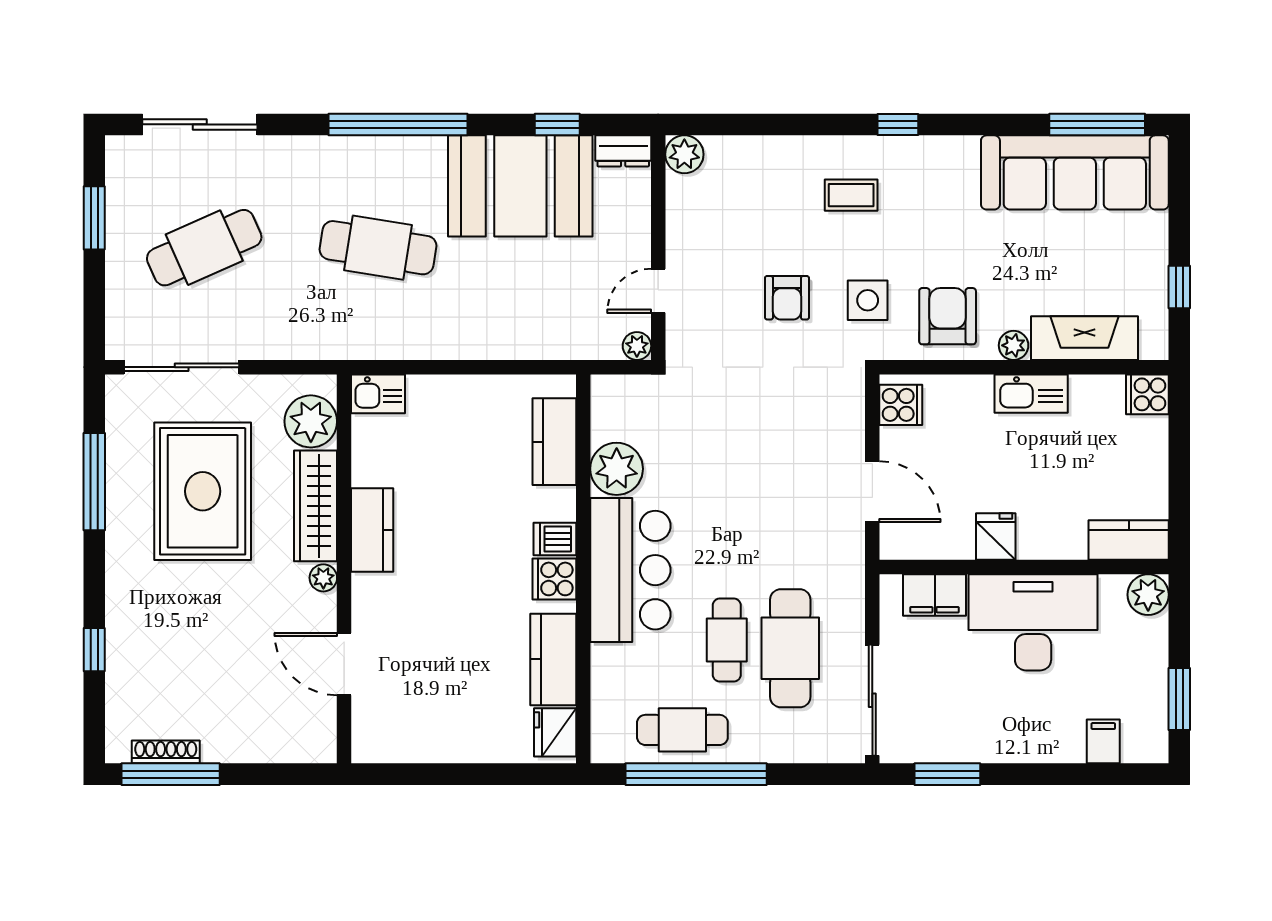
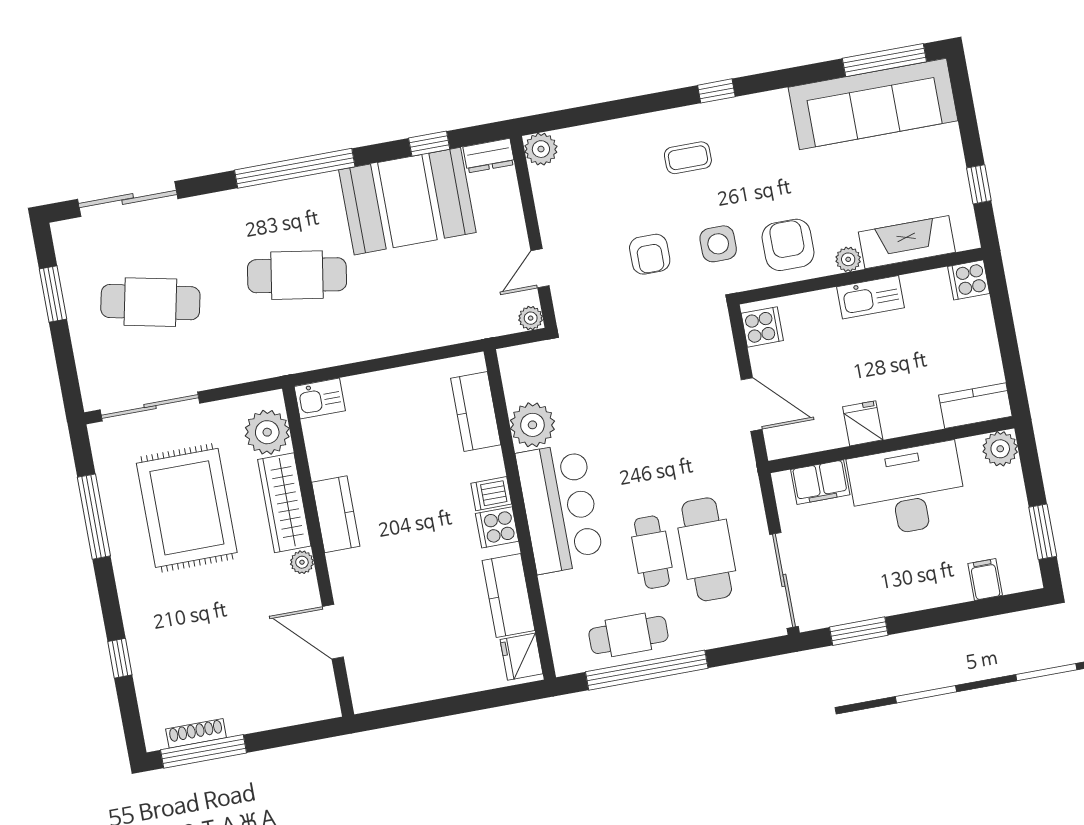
cafe table: (204, 248) -> (150, 302), turned 36

